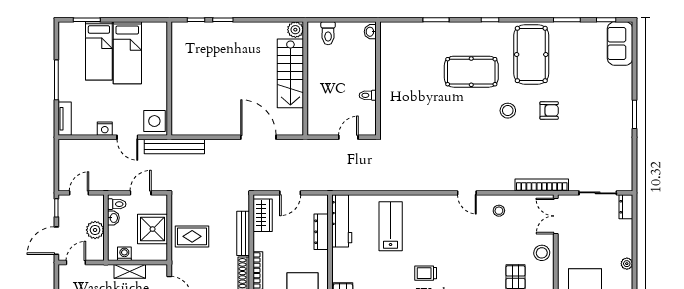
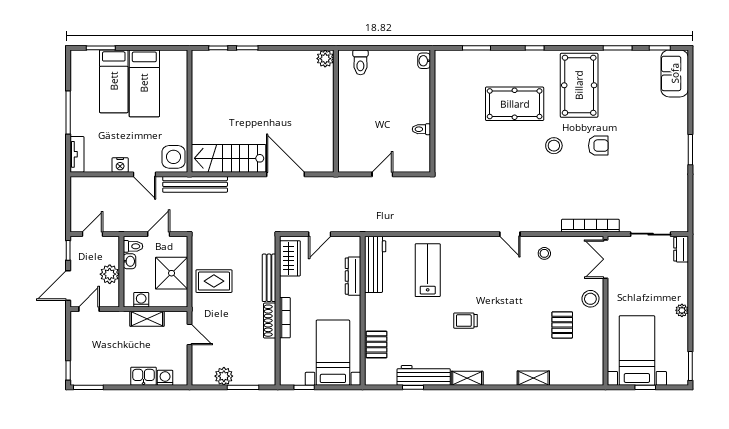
washbasin: (370, 32) -> (424, 61), moved
stairs: (290, 73) -> (229, 158), moved, turned 90
wall: (378, 78) -> (432, 111), moved
toilet: (368, 95) -> (421, 129), moved

